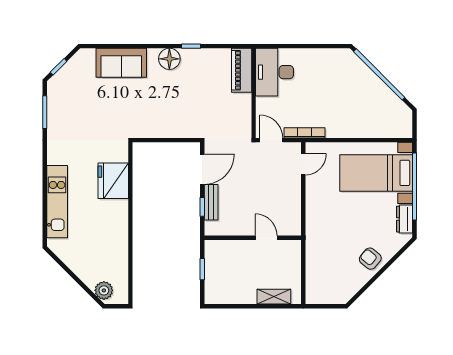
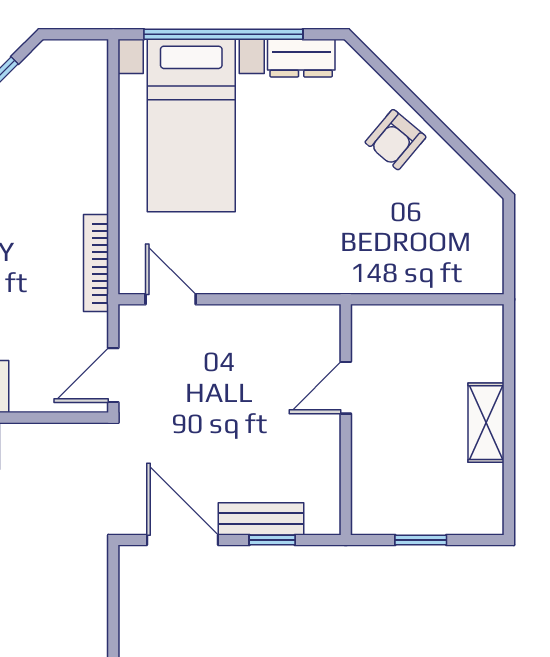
bookcase: (304, 133) -> (96, 263), moved
shelving: (274, 297) -> (486, 423), moved

